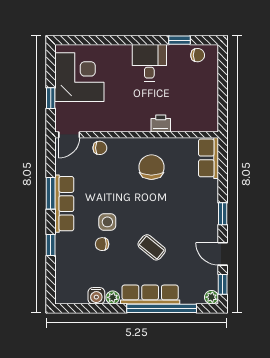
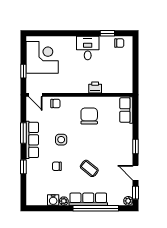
door: (69, 135) -> (35, 95), hinge flipped
side table: (107, 222) -> (61, 140), moved

